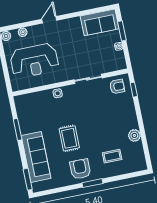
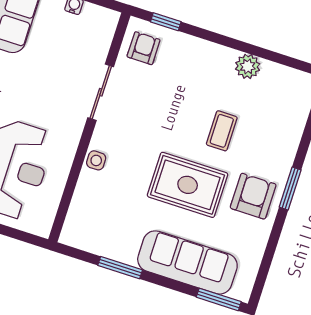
rug: (69, 138) -> (188, 185), width x1.36, depth x1.43
coffee table: (112, 156) -> (222, 131), moved
armchair: (80, 169) -> (253, 196), turned 90

